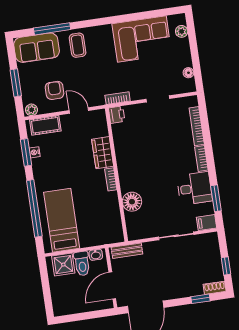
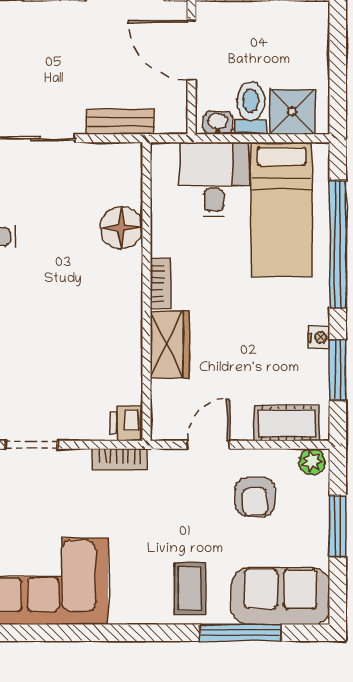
door: (79, 111) -> (208, 445), swing flipped
nightstand: (35, 152) -> (319, 338), moved
desk: (94, 229) -> (214, 180), added
bench: (127, 251) -> (120, 122), moved
door: (112, 286) -> (192, 50), swing flipped

